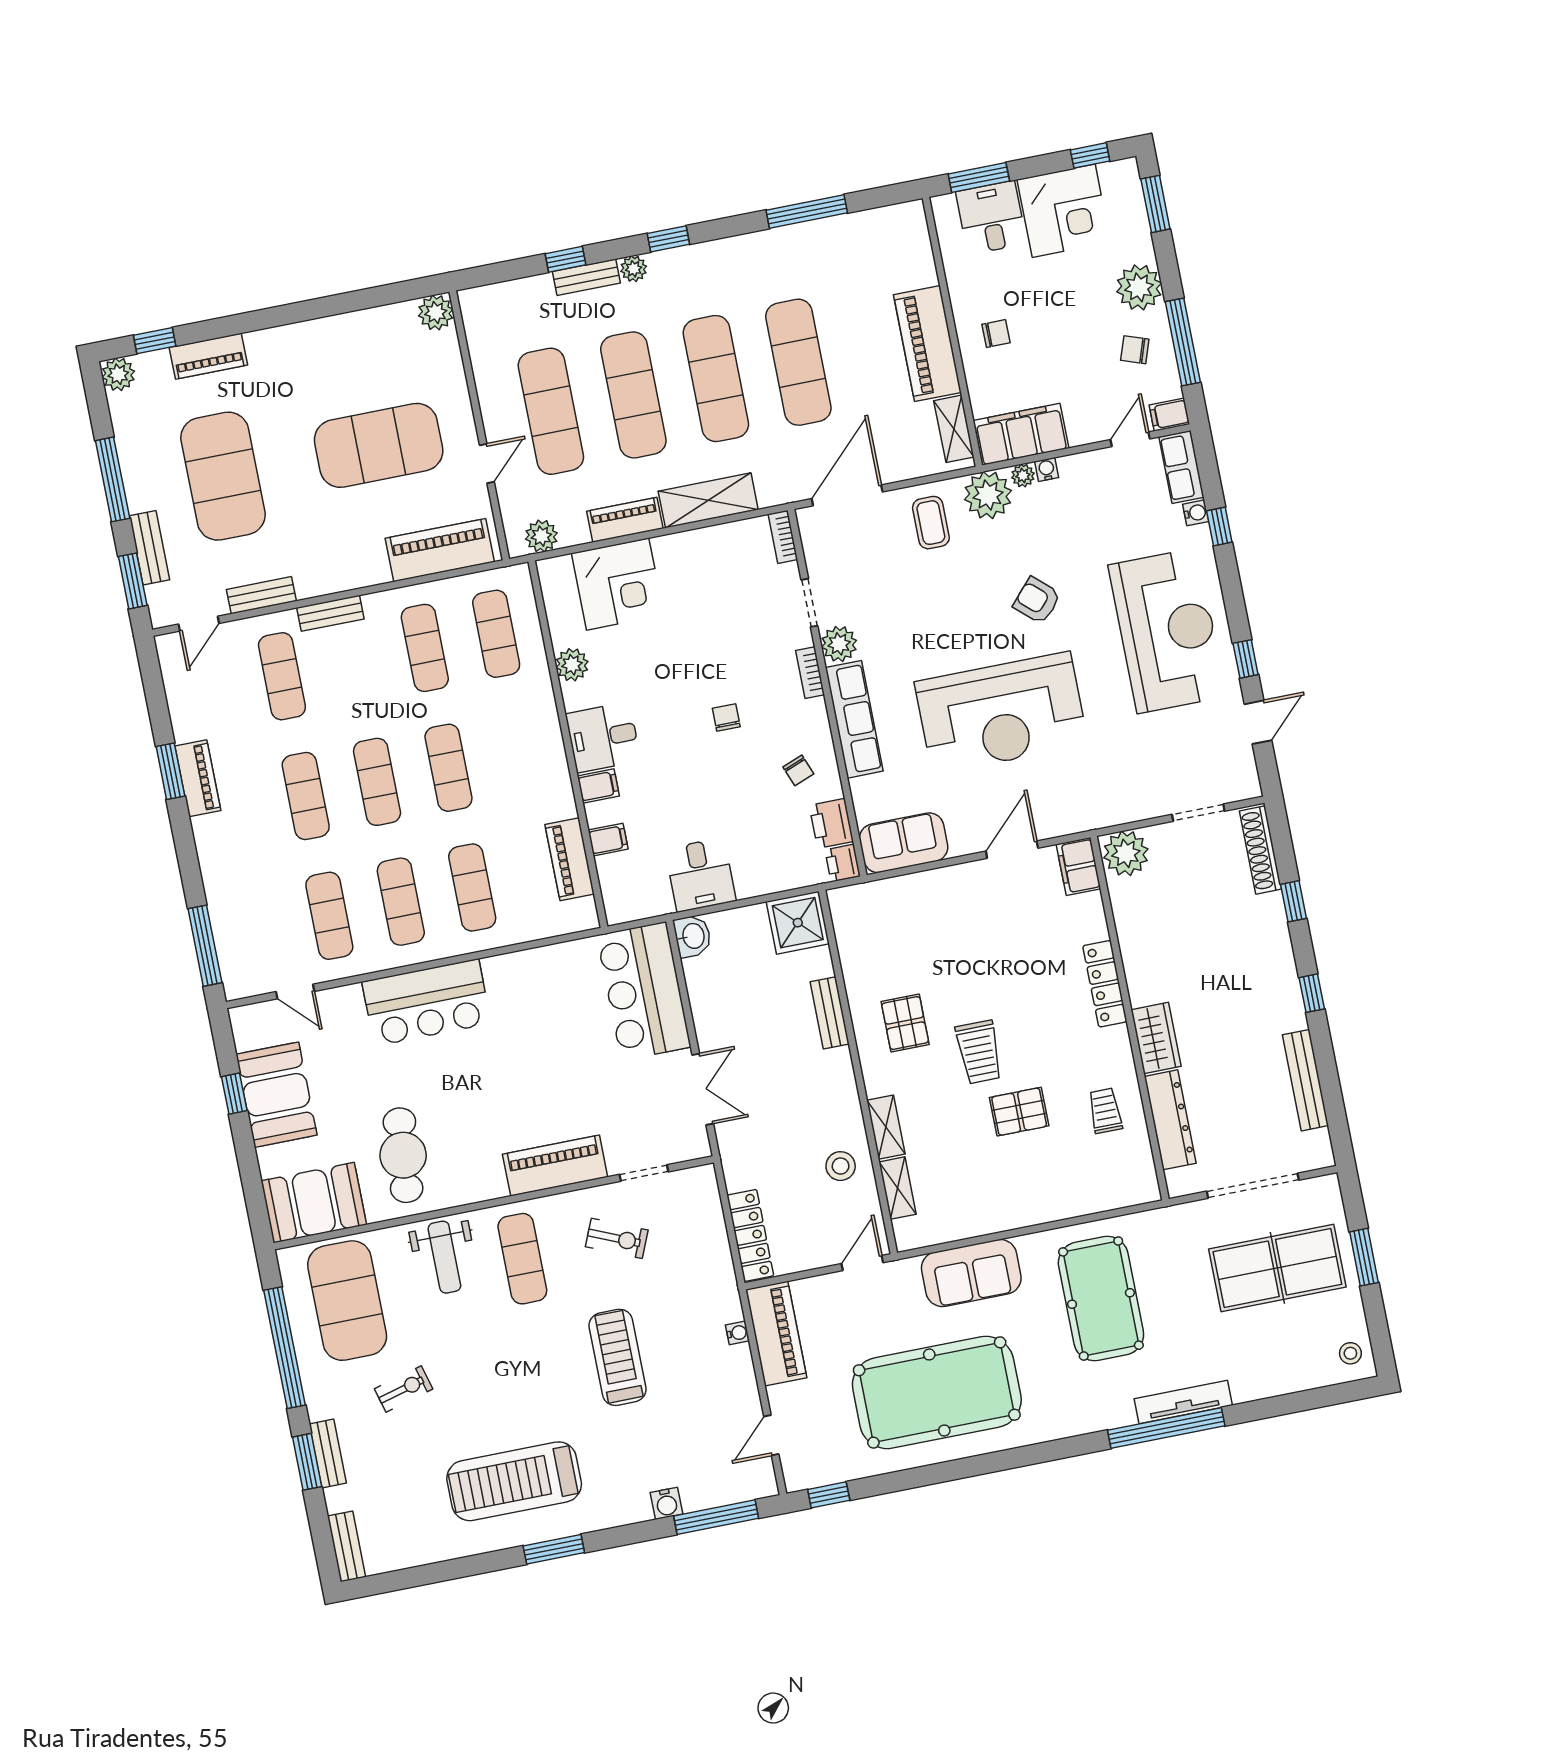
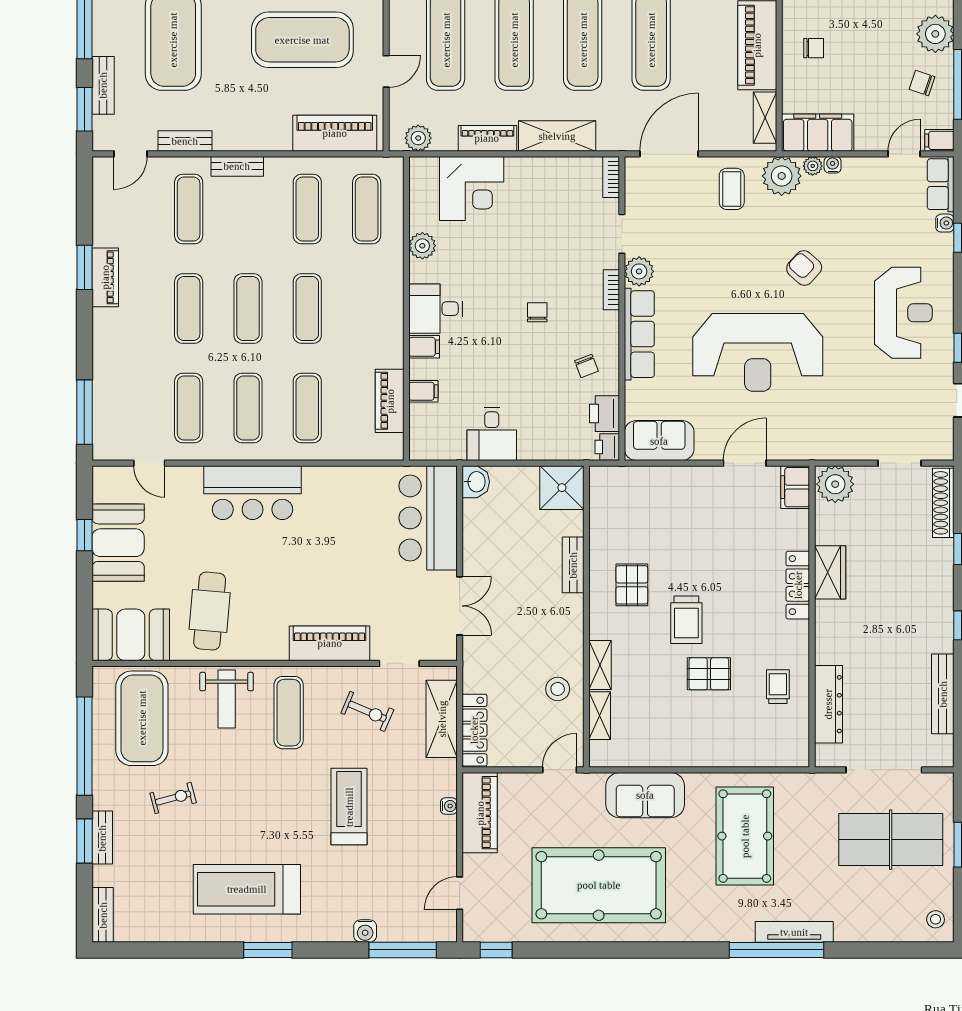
reception desk: (1167, 631) -> (903, 313), width x0.74, depth x0.77
wardrobe: (1156, 1038) -> (830, 572), moved
shelving: (708, 1230) -> (442, 719), added

